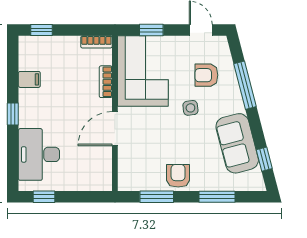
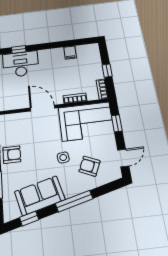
window: (41, 30) -> (107, 71), moved
armchair: (206, 75) -> (90, 166), turned -66
window: (245, 85) -> (74, 201), moved
window: (13, 114) -> (19, 49), moved

